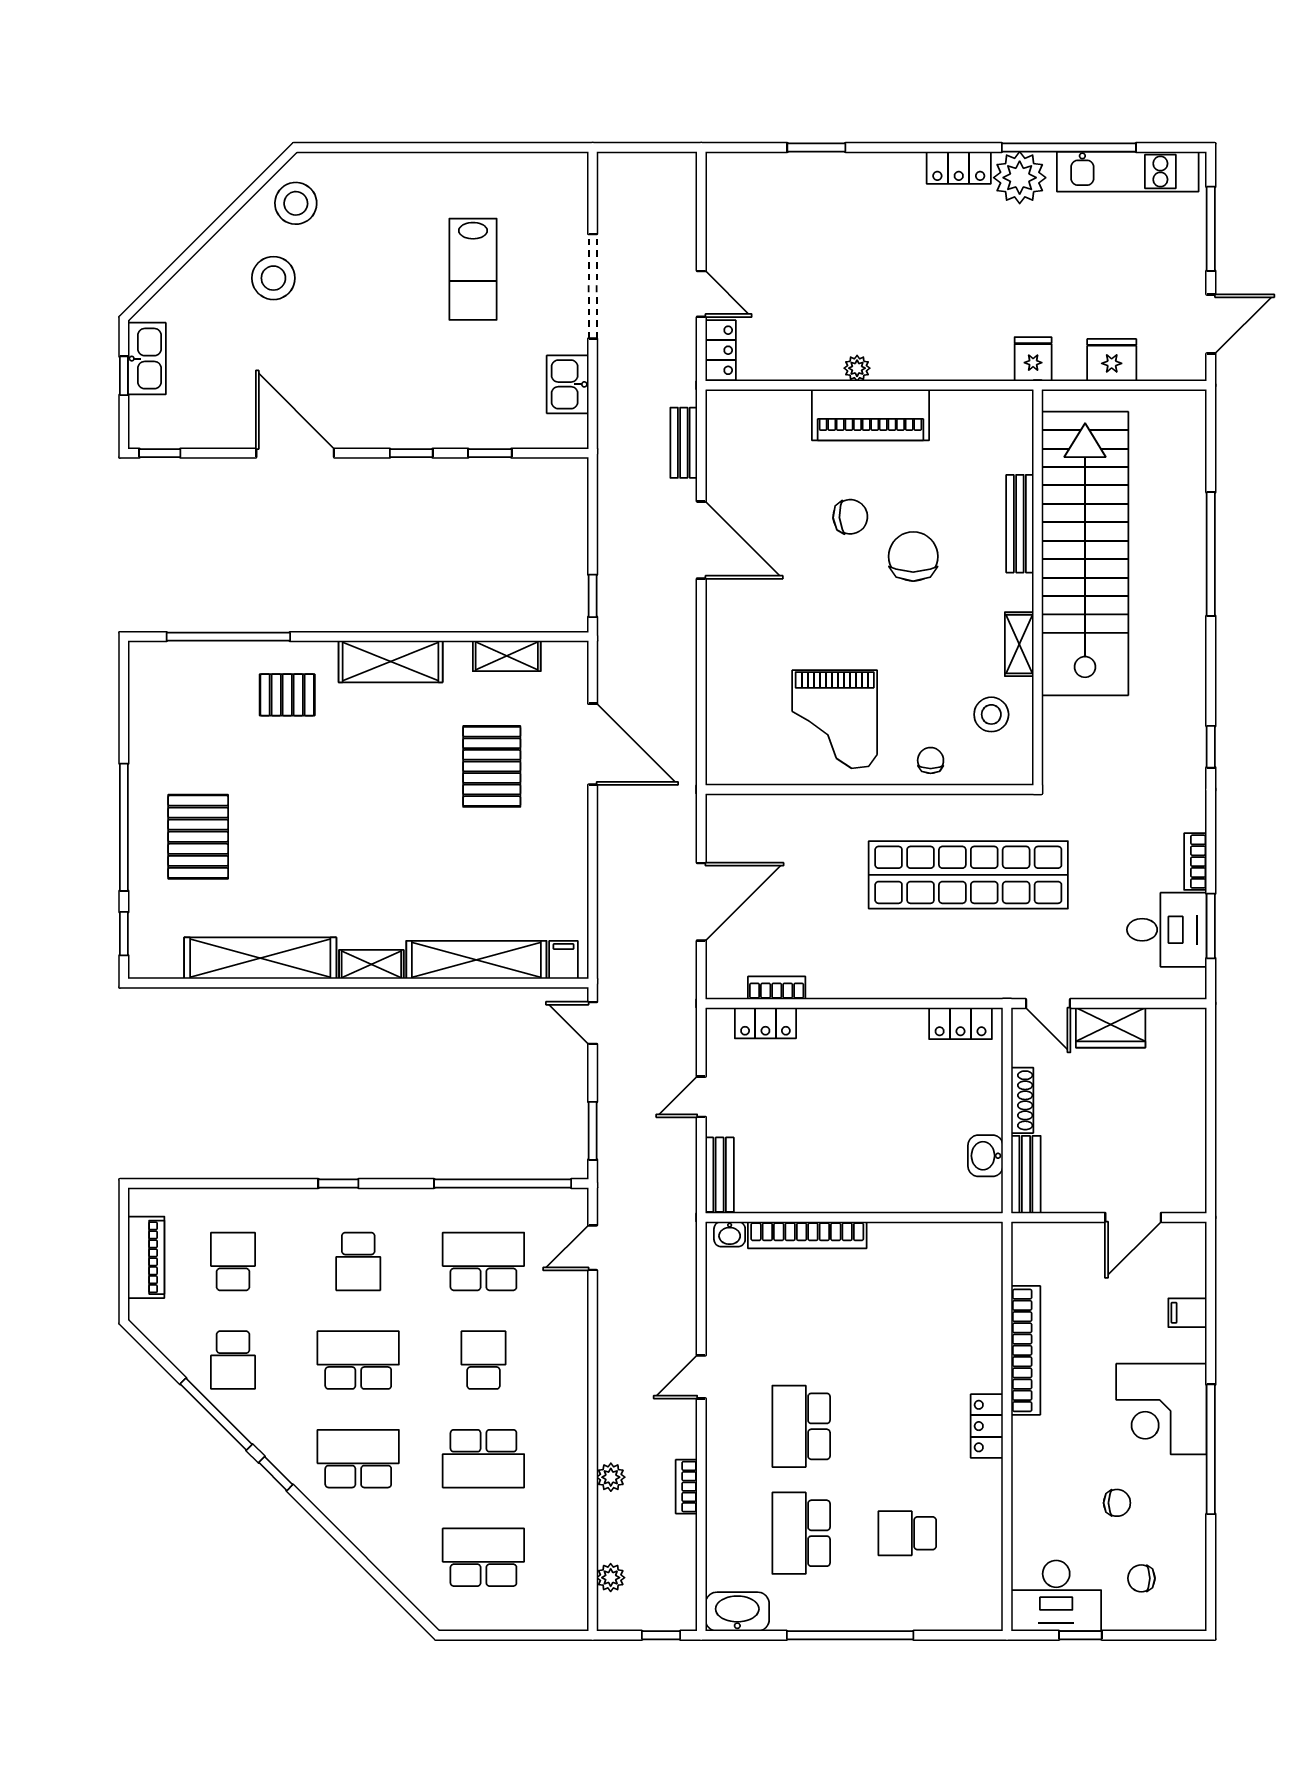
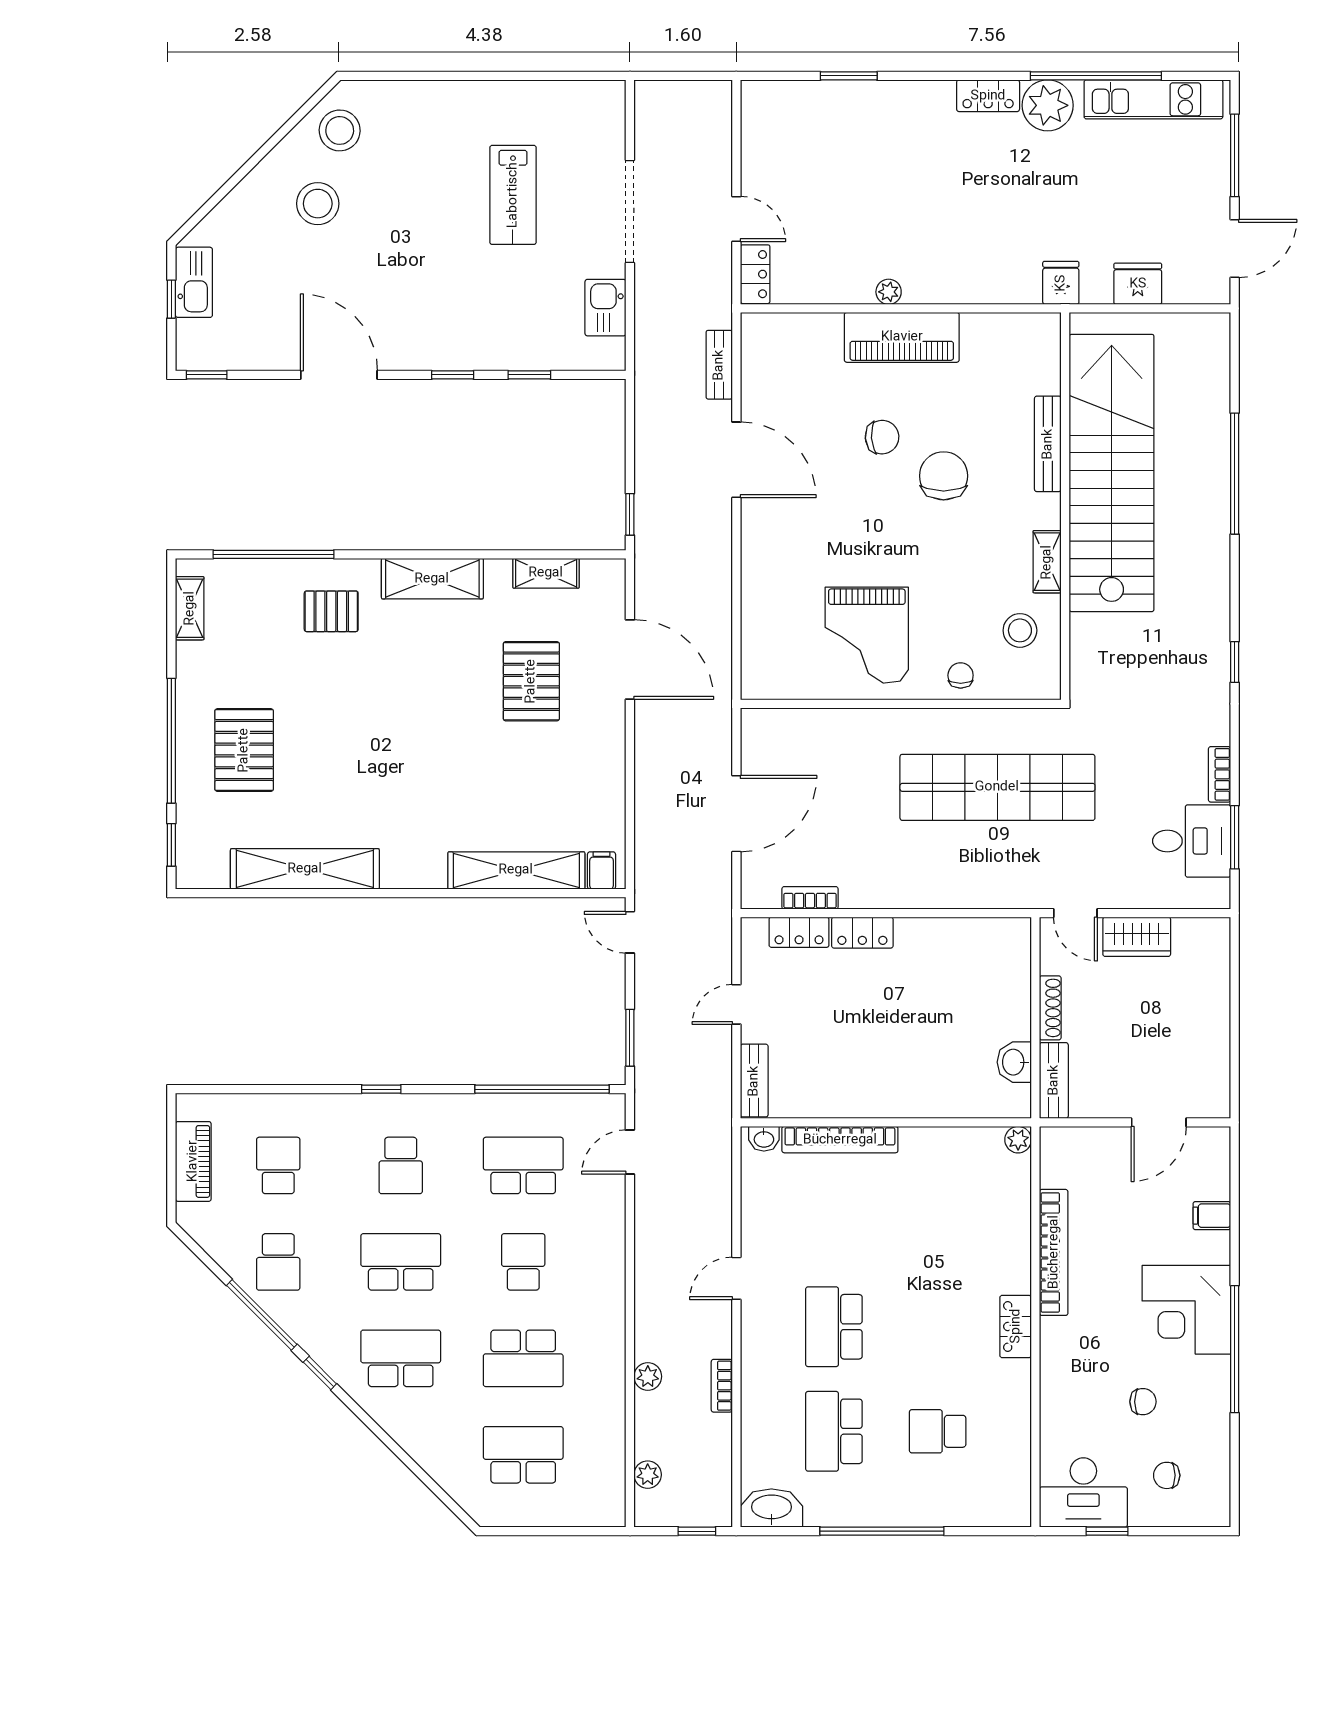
shelving: (371, 964) -> (190, 608), moved, turned 90
locker: (961, 1023) -> (862, 933), moved
plant: (989, 1235) -> (1018, 1140), added

